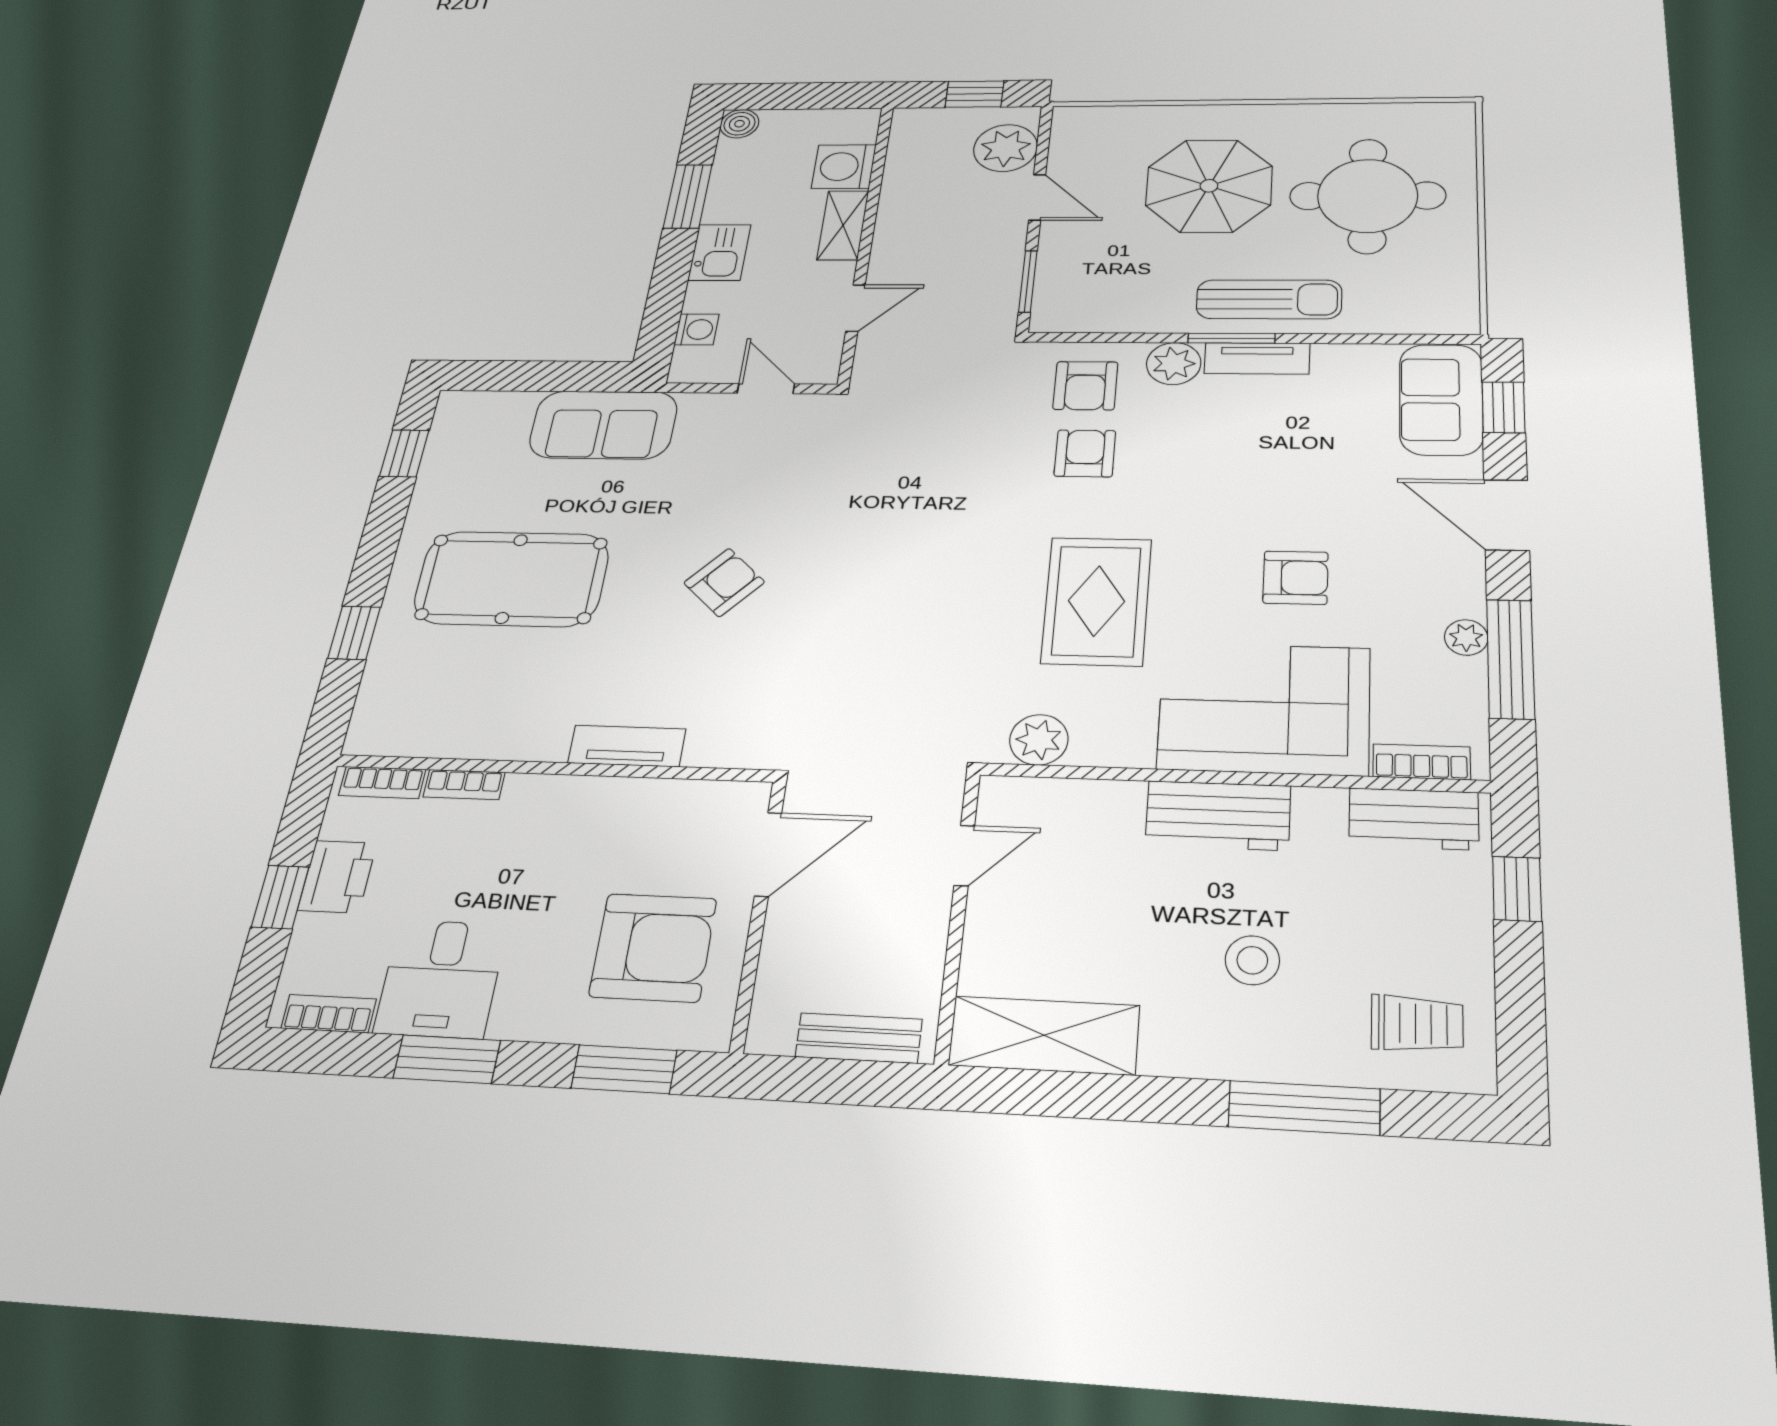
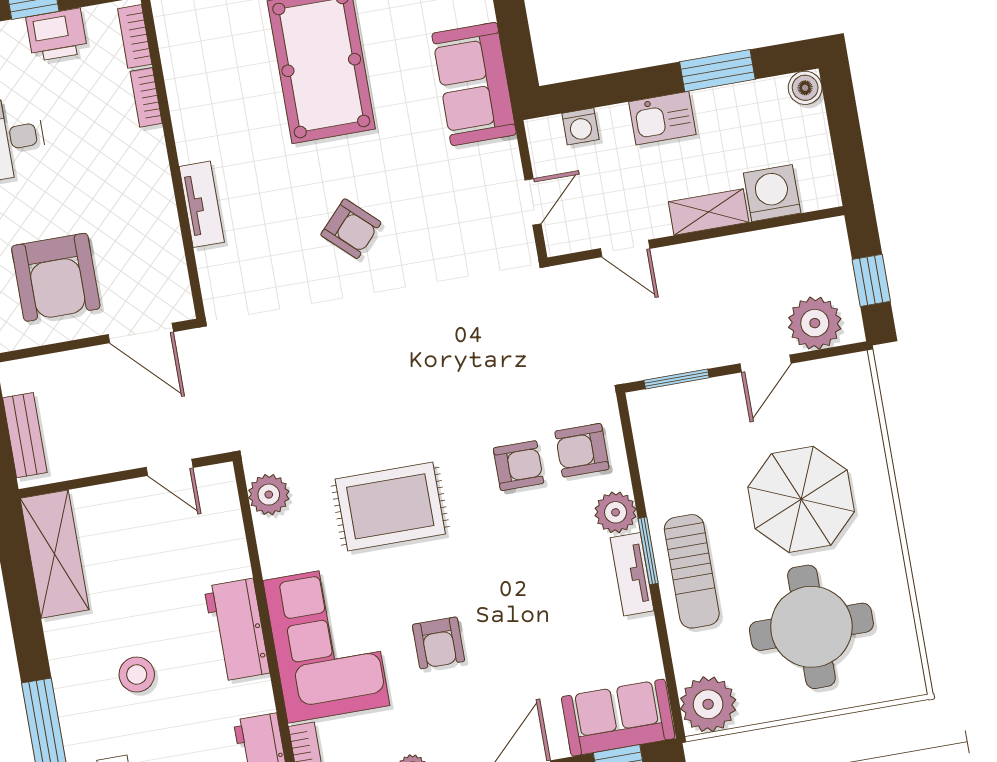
plant: (1443, 306) -> (708, 704), added

